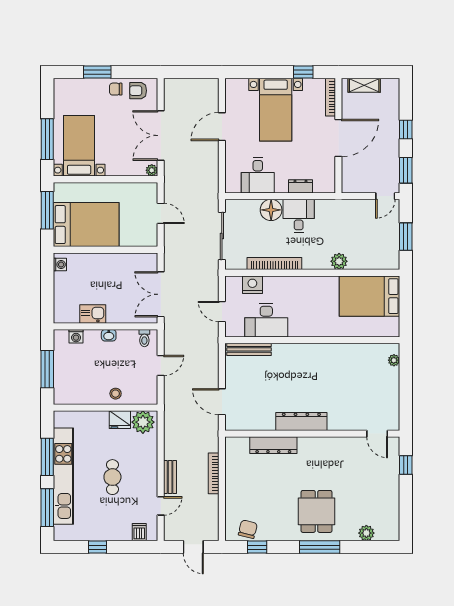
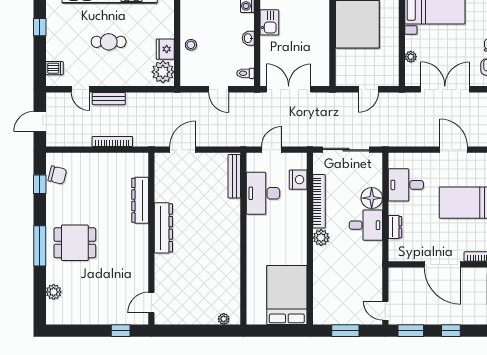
plant: (152, 170) -> (411, 57), moved
plant: (339, 261) -> (321, 238), moved

